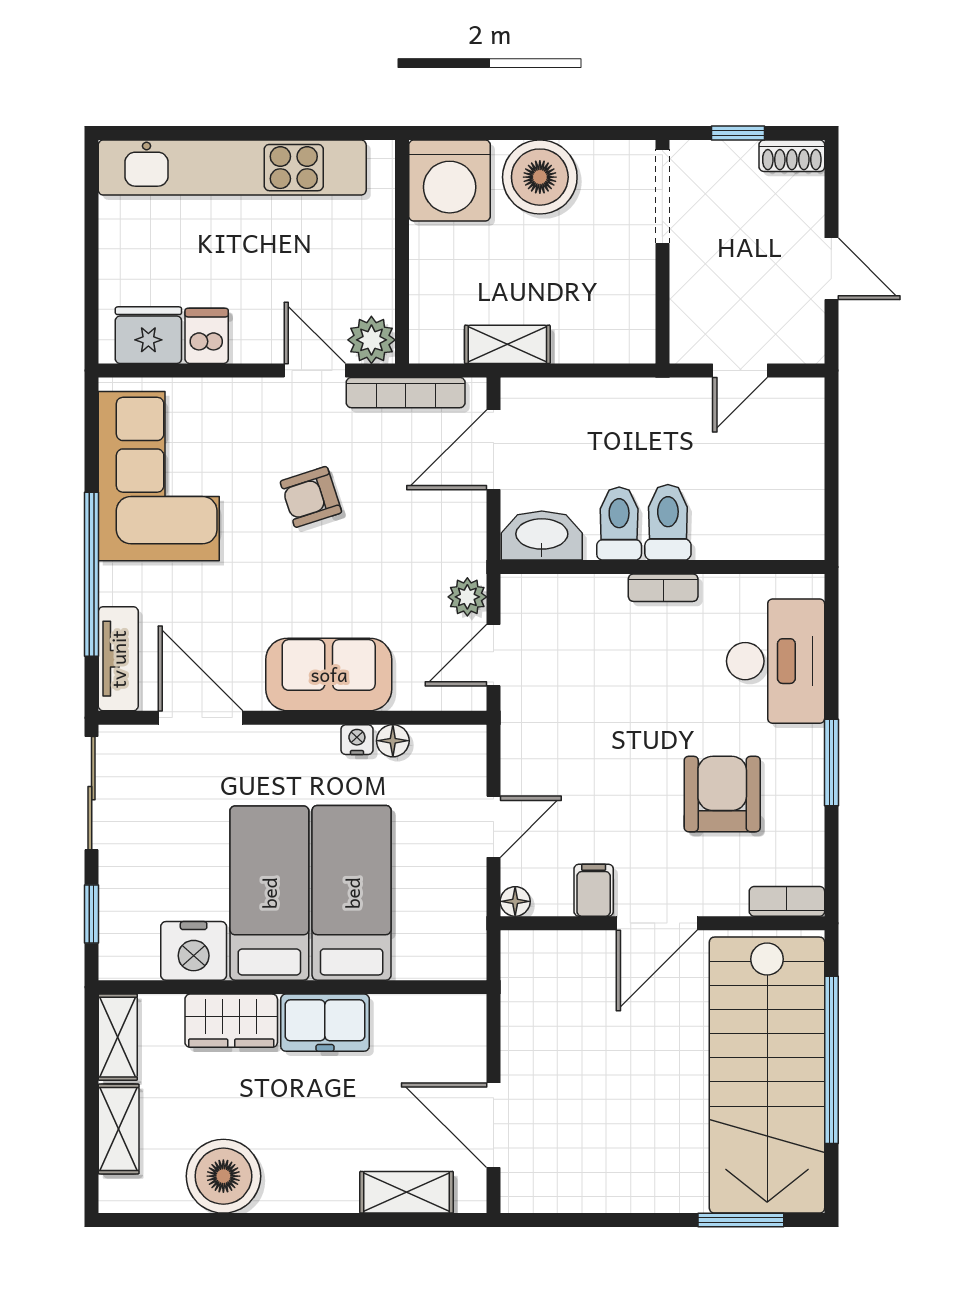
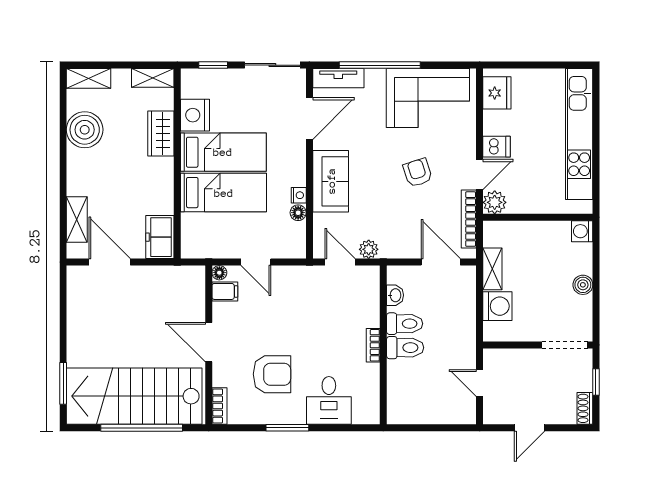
boiler: (540, 177) -> (583, 285), width x0.54, depth x0.54
washing machine: (450, 181) -> (582, 231), width x0.53, depth x0.53
washing machine: (583, 334) -> (497, 306), added
dishwasher: (207, 336) -> (497, 147), moved
washbasin: (542, 535) -> (395, 295), width x0.52, depth x0.69
desk: (776, 661) -> (329, 400), width x0.73
filing cabinet: (594, 890) -> (225, 291), moved
freezer: (325, 1023) -> (160, 237), moved
door: (493, 1125) -> (110, 262), hinge flipped
shelving: (119, 1129) -> (89, 78), moved

